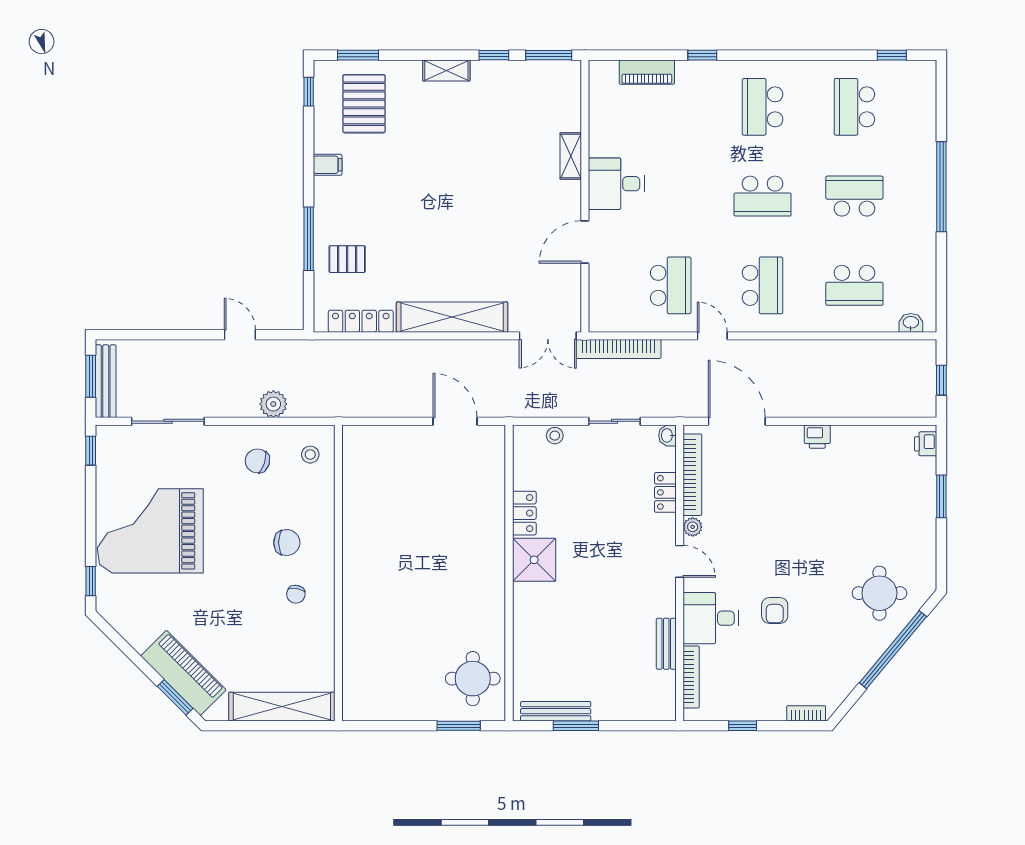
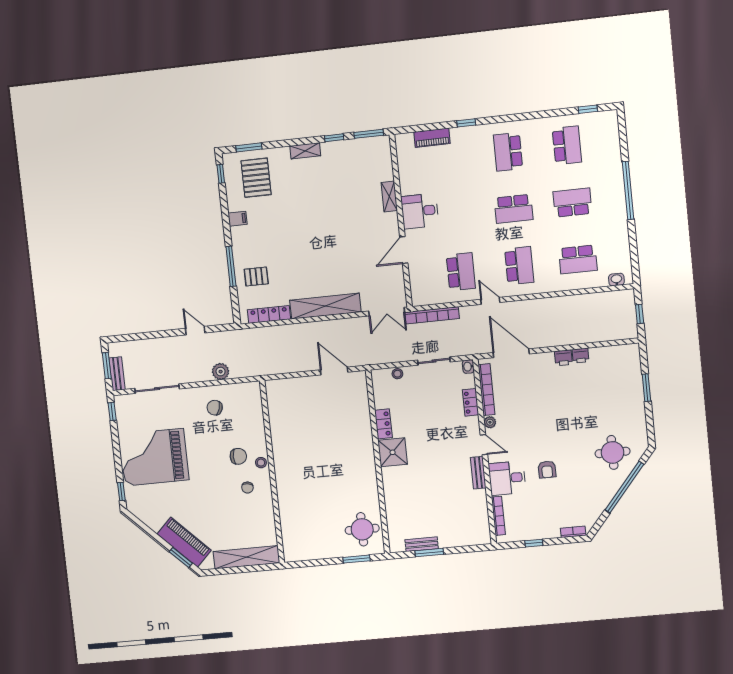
school desk: (854, 107) -> (567, 145), turned 180
bench: (106, 381) -> (117, 374), width x0.73
printer: (926, 444) -> (581, 356), moved, turned -90
stool: (310, 455) -> (261, 463), moved
bench: (666, 644) -> (478, 473), moved
bench: (556, 711) -> (422, 544), width x0.73

